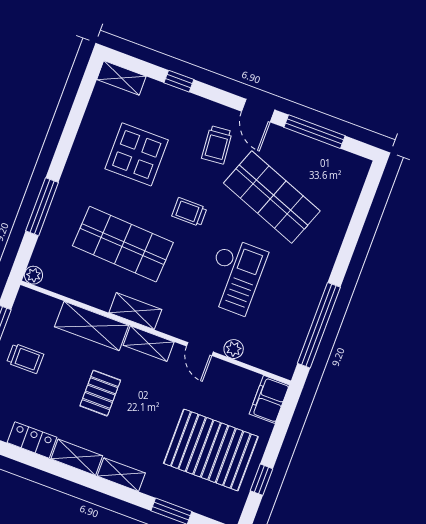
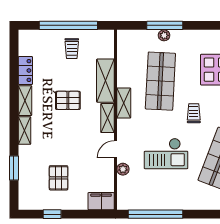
plant: (33, 275) -> (164, 35), moved
pallet: (211, 450) -> (59, 178), width x0.49, depth x0.50

